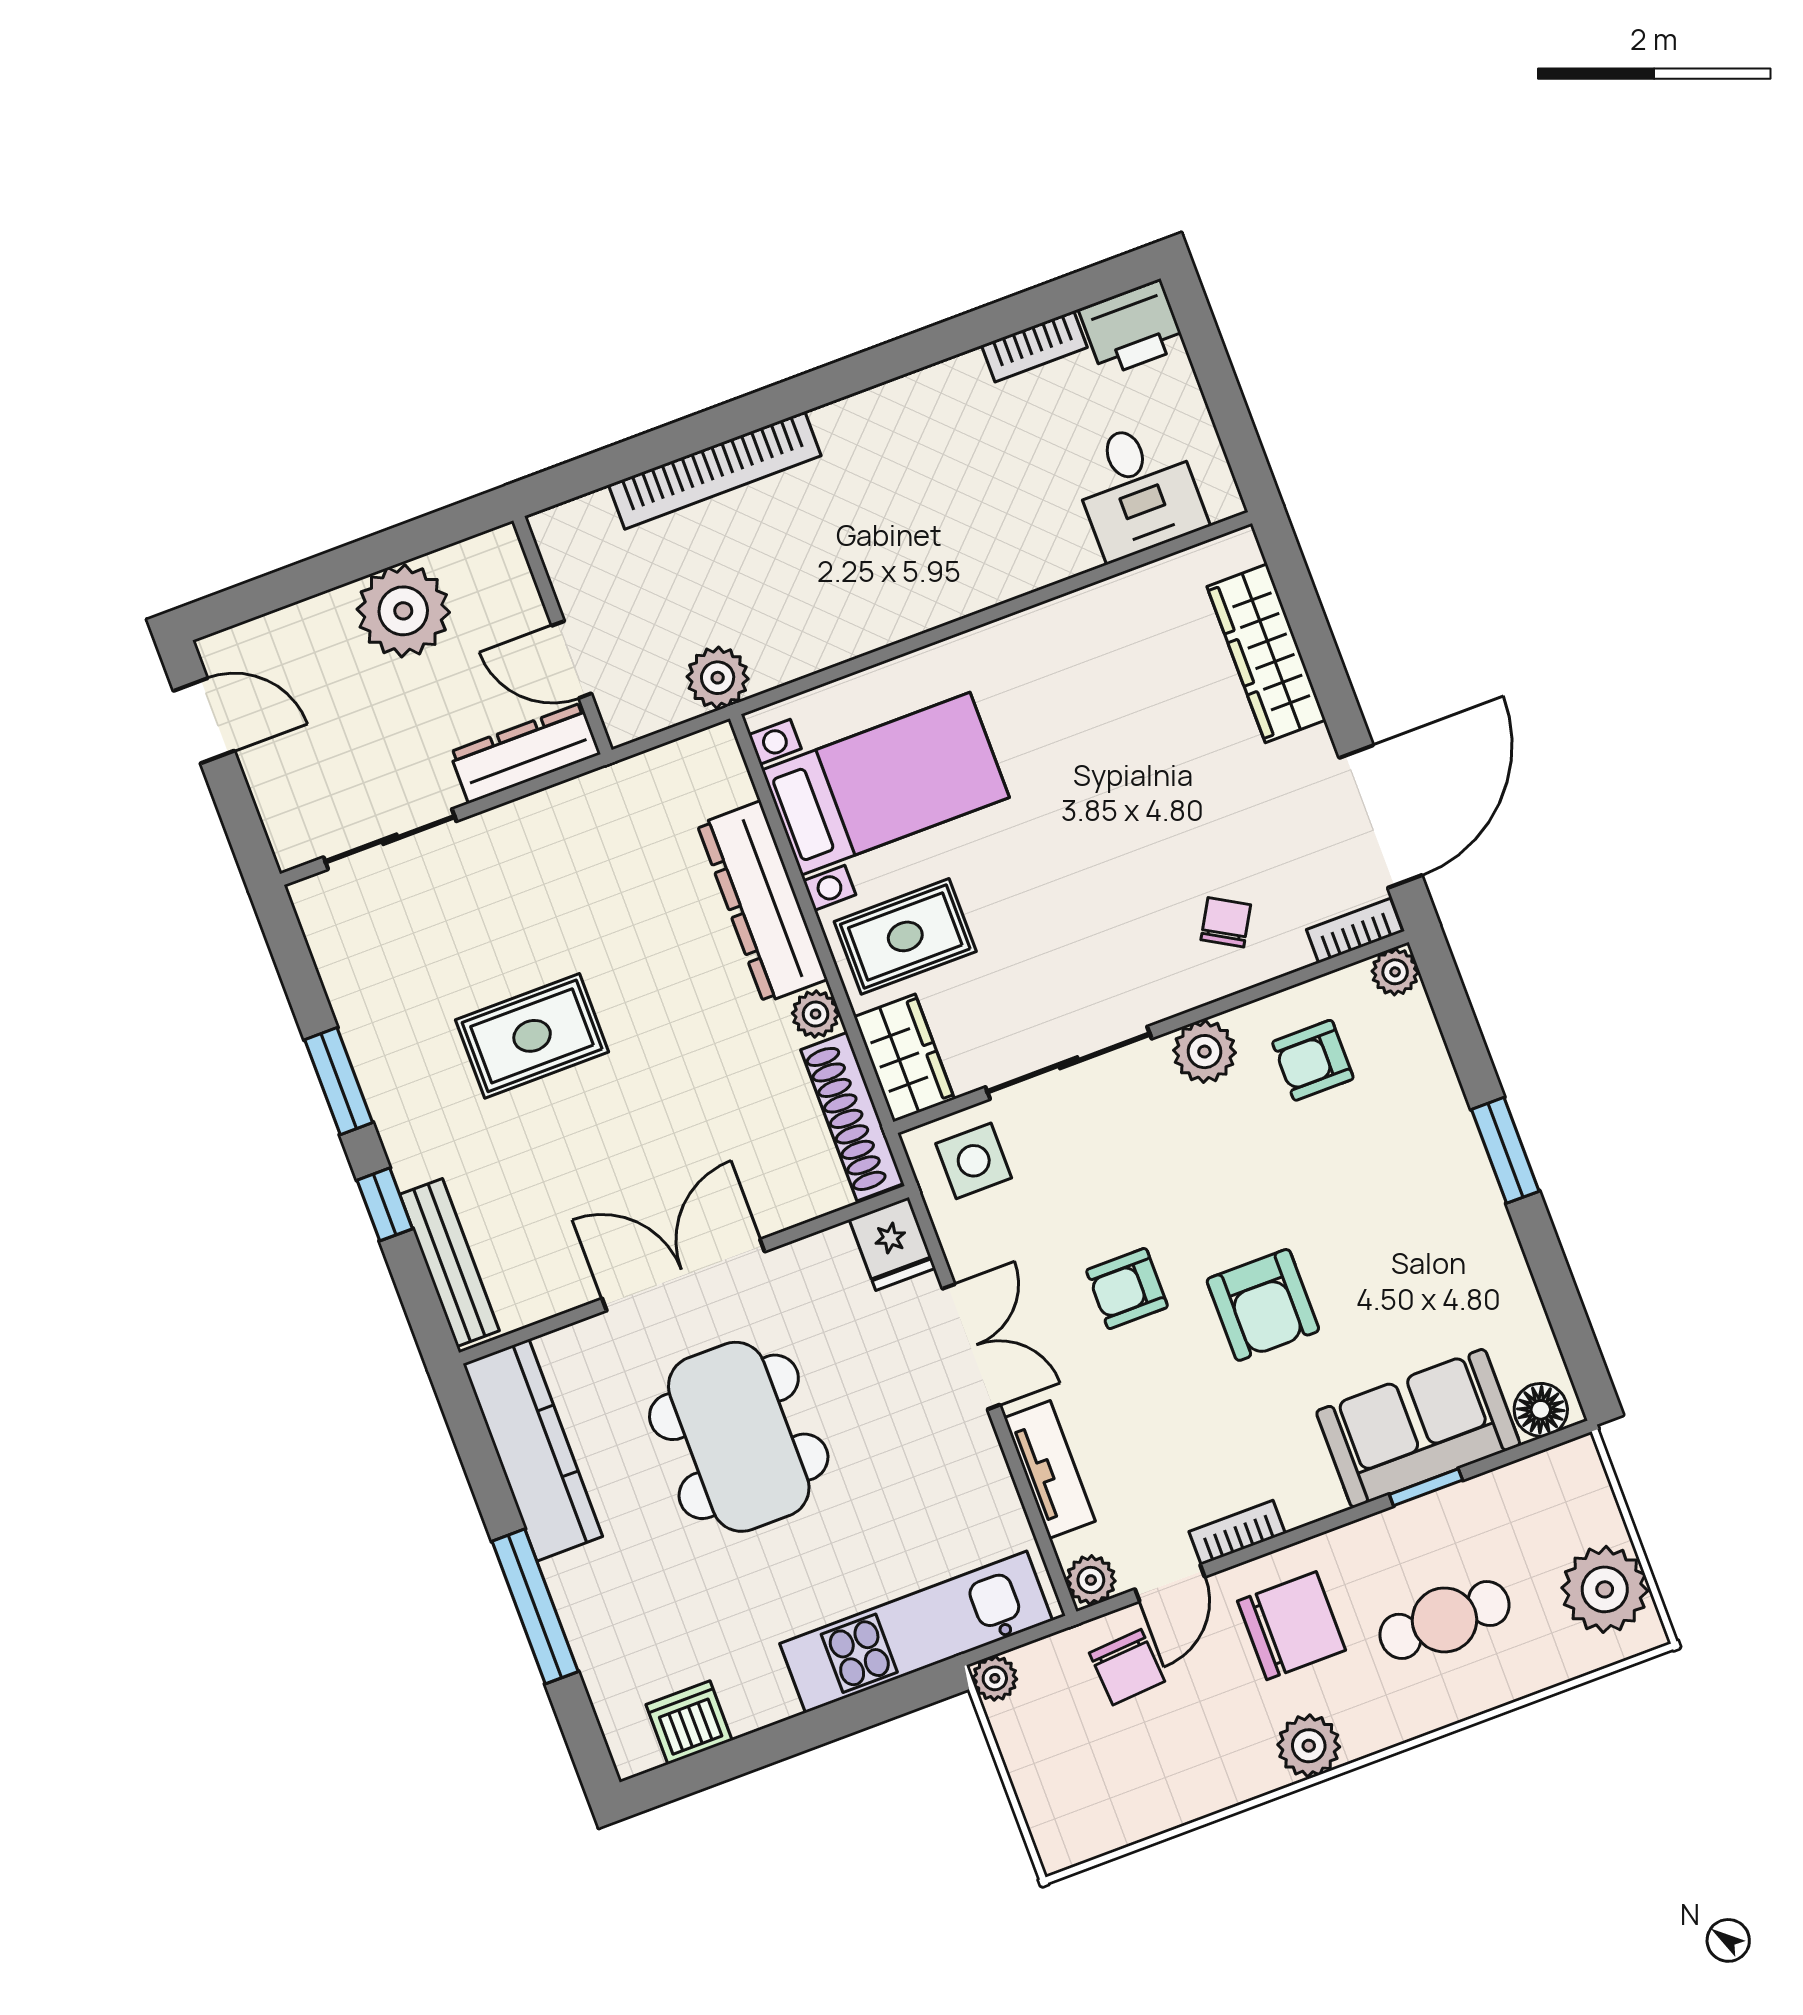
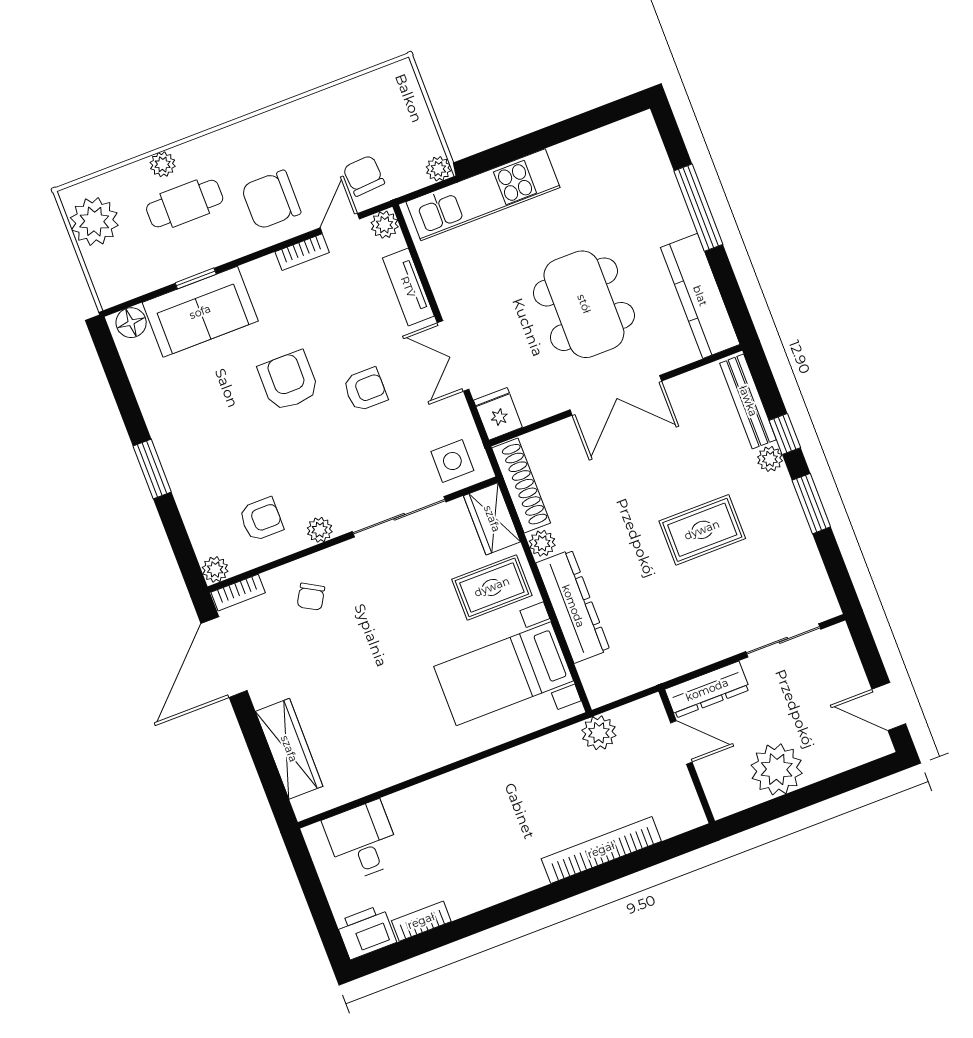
plant: (1204, 1052) -> (320, 530), width x0.73, depth x0.73
plant: (411, 1161) -> (770, 459), added
dishwasher: (689, 1722) -> (611, 143), removed
plant: (1309, 1746) -> (163, 164), moved, width x0.73, depth x0.73

